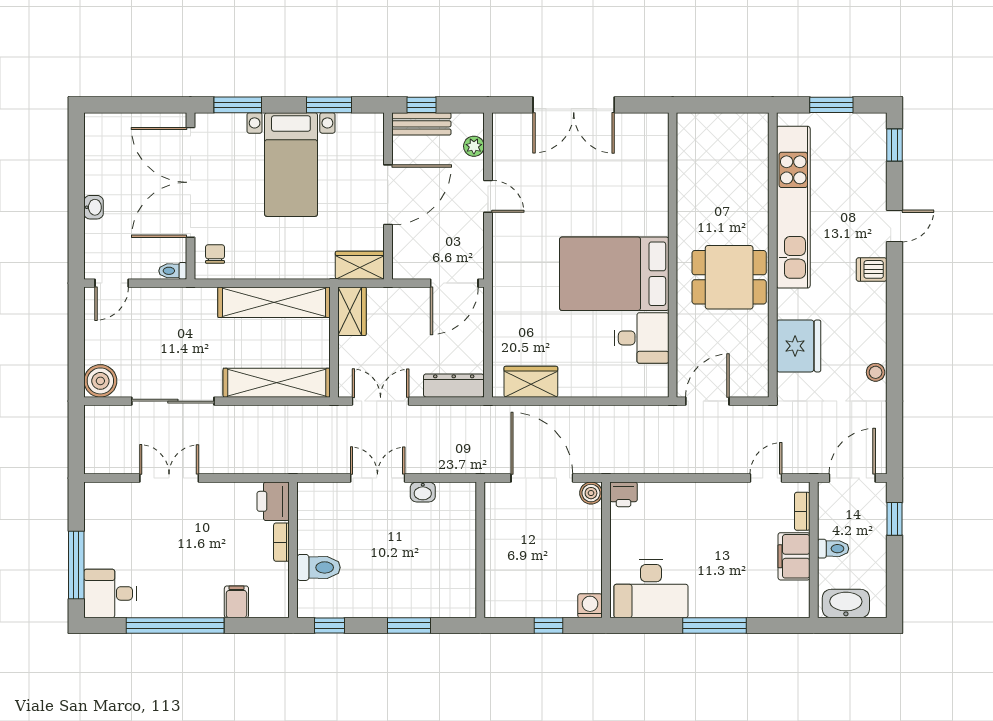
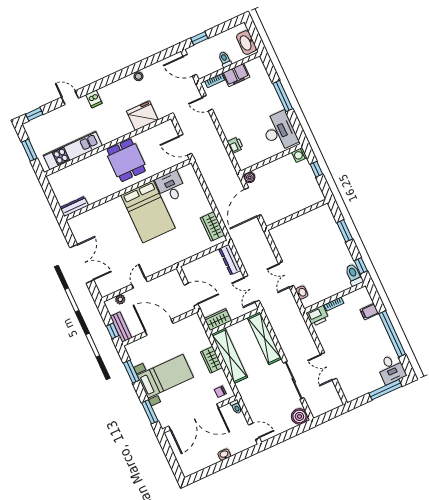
dresser: (687, 140) -> (74, 207), added
kitchen unit: (793, 207) -> (73, 151), width x0.73
wardrobe: (360, 265) -> (212, 360), moved
door: (454, 283) -> (191, 295), moved
washbasin: (423, 492) -> (302, 293), moved
printer: (624, 494) -> (235, 145), moved
toilet: (319, 567) -> (354, 275), moved

